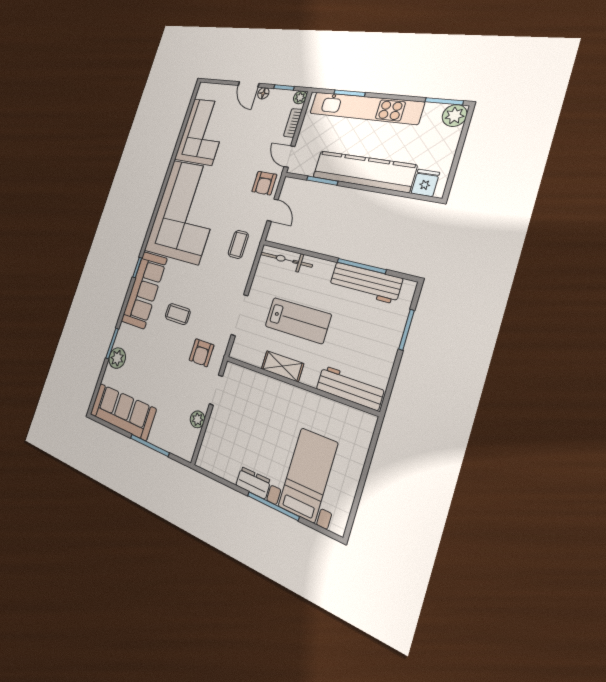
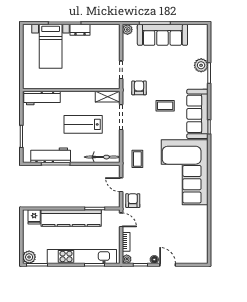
corner sofa: (203, 132) -> (192, 228), removed
shelving: (282, 366) -> (108, 97), moved
sofa: (123, 411) -> (162, 35), moved
plant: (197, 419) -> (127, 30), moved

